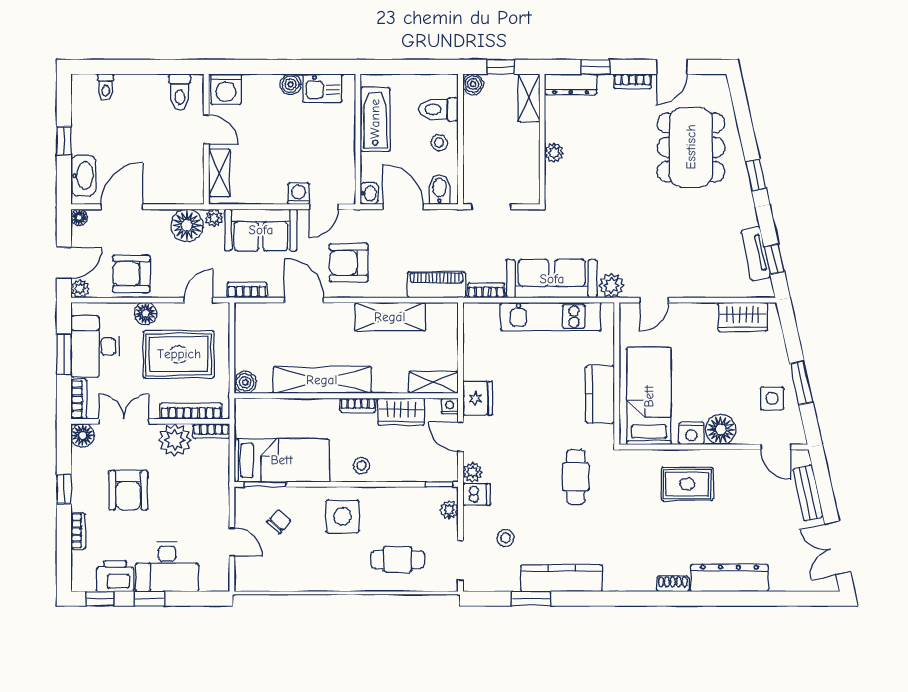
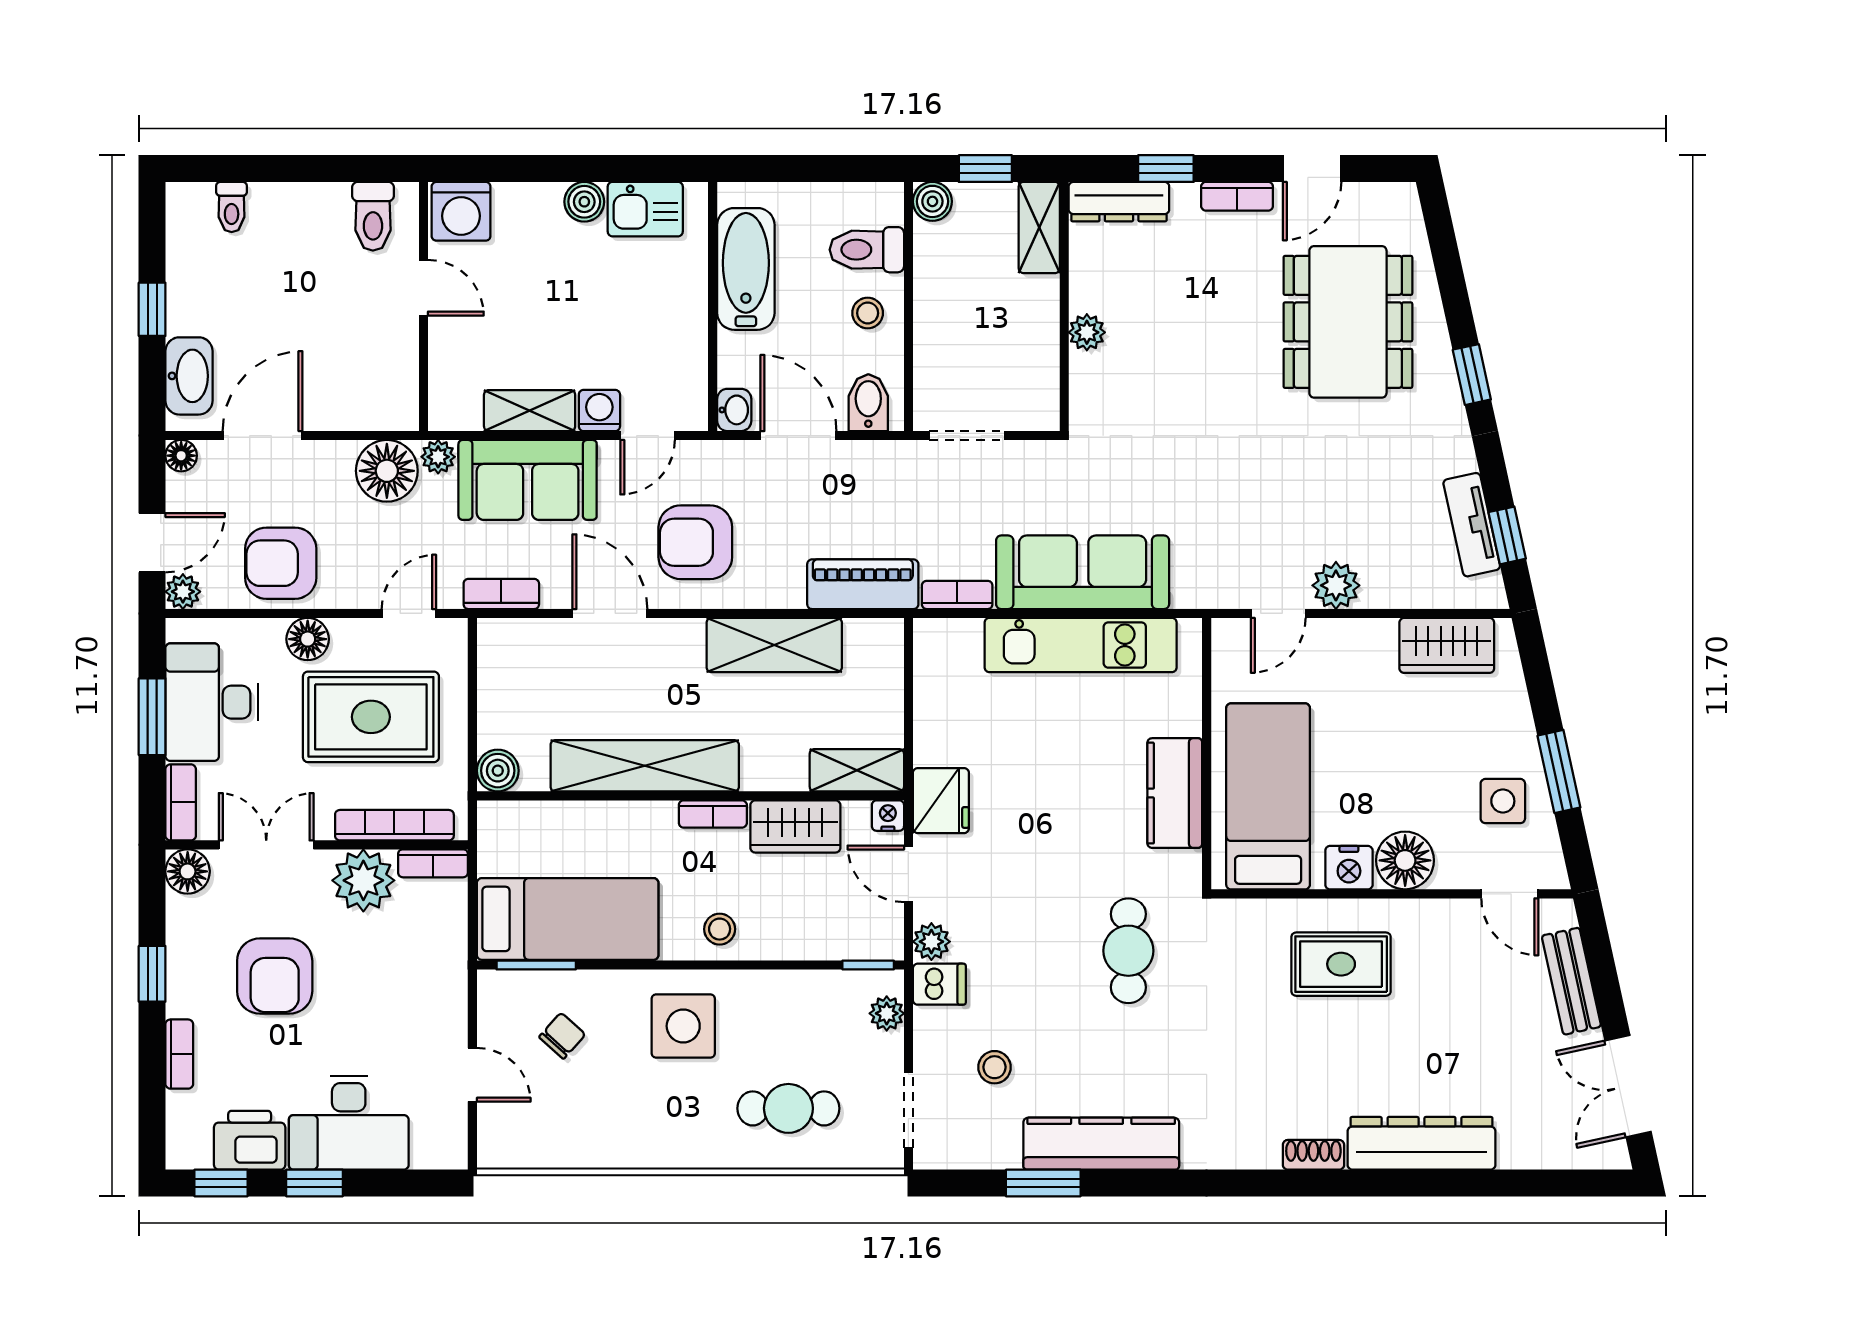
shelving: (219, 173) -> (530, 411), moved, turned 90
plant: (611, 285) -> (1336, 585), moved

